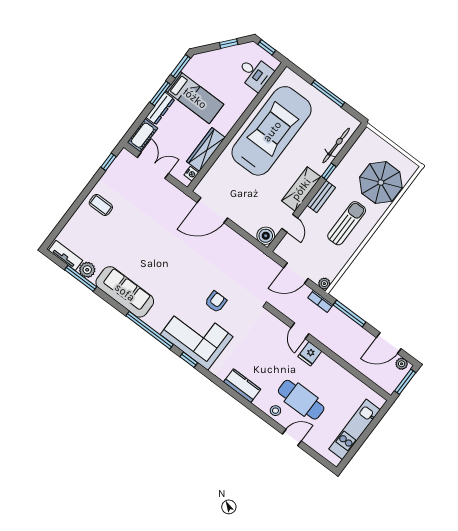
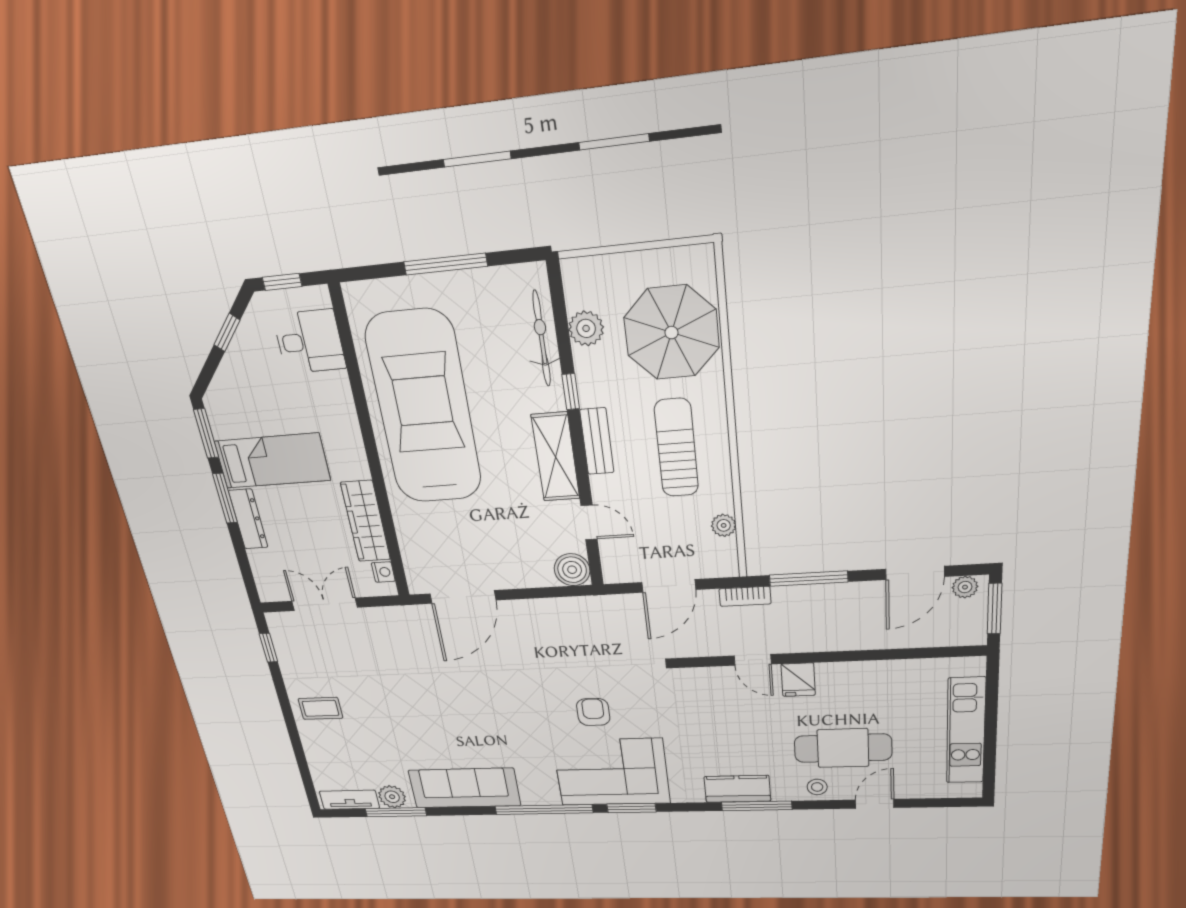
cot: (142, 135) -> (268, 576), removed
plant: (354, 156) -> (586, 328), added
plant: (324, 284) -> (724, 525), moved
window: (189, 360) -> (631, 808), width x1.50
window: (243, 400) -> (757, 806), added

